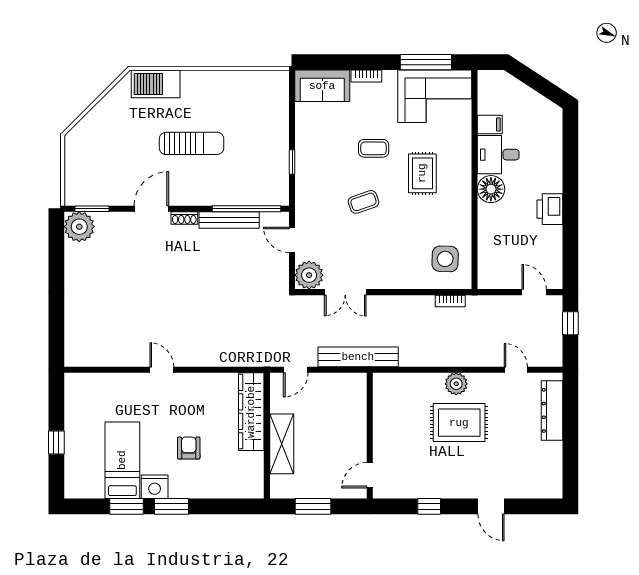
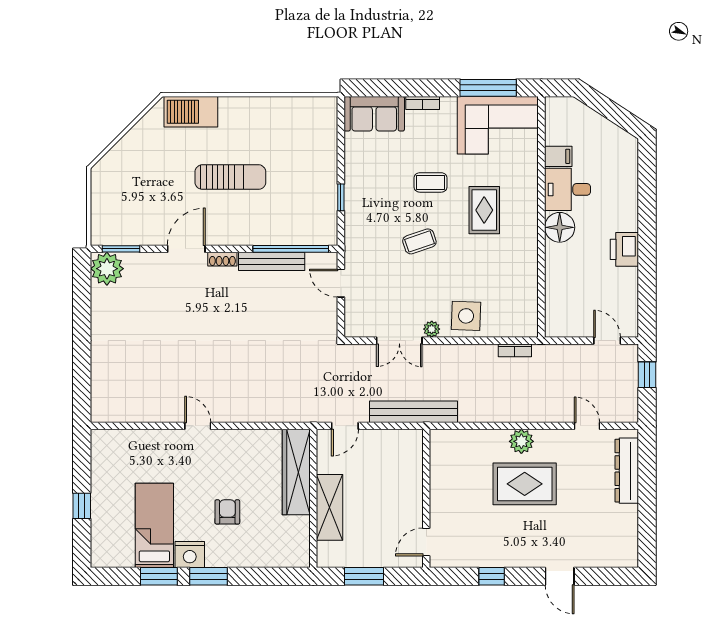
side table: (445, 259) -> (466, 316), moved
plant: (309, 275) -> (432, 329), moved, width x0.53, depth x0.53

